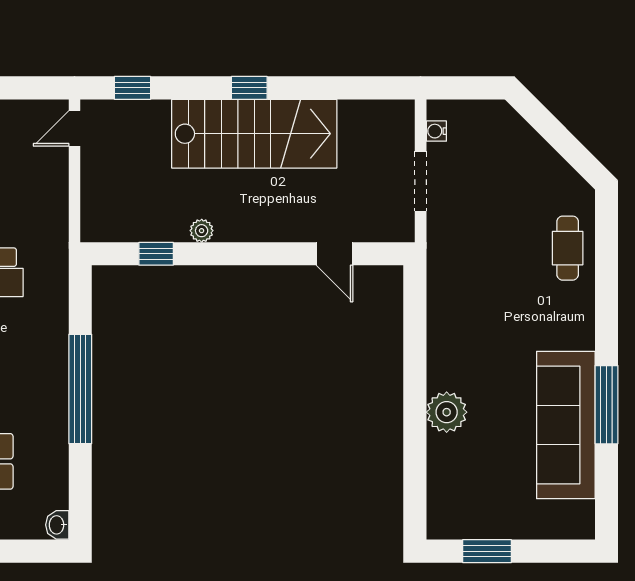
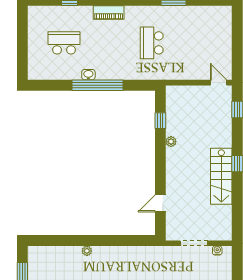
stairs: (254, 134) -> (221, 176), width x0.73, depth x0.66
plant: (447, 412) -> (87, 251), width x0.53, depth x0.53
washbasin: (57, 525) -> (88, 75), moved

